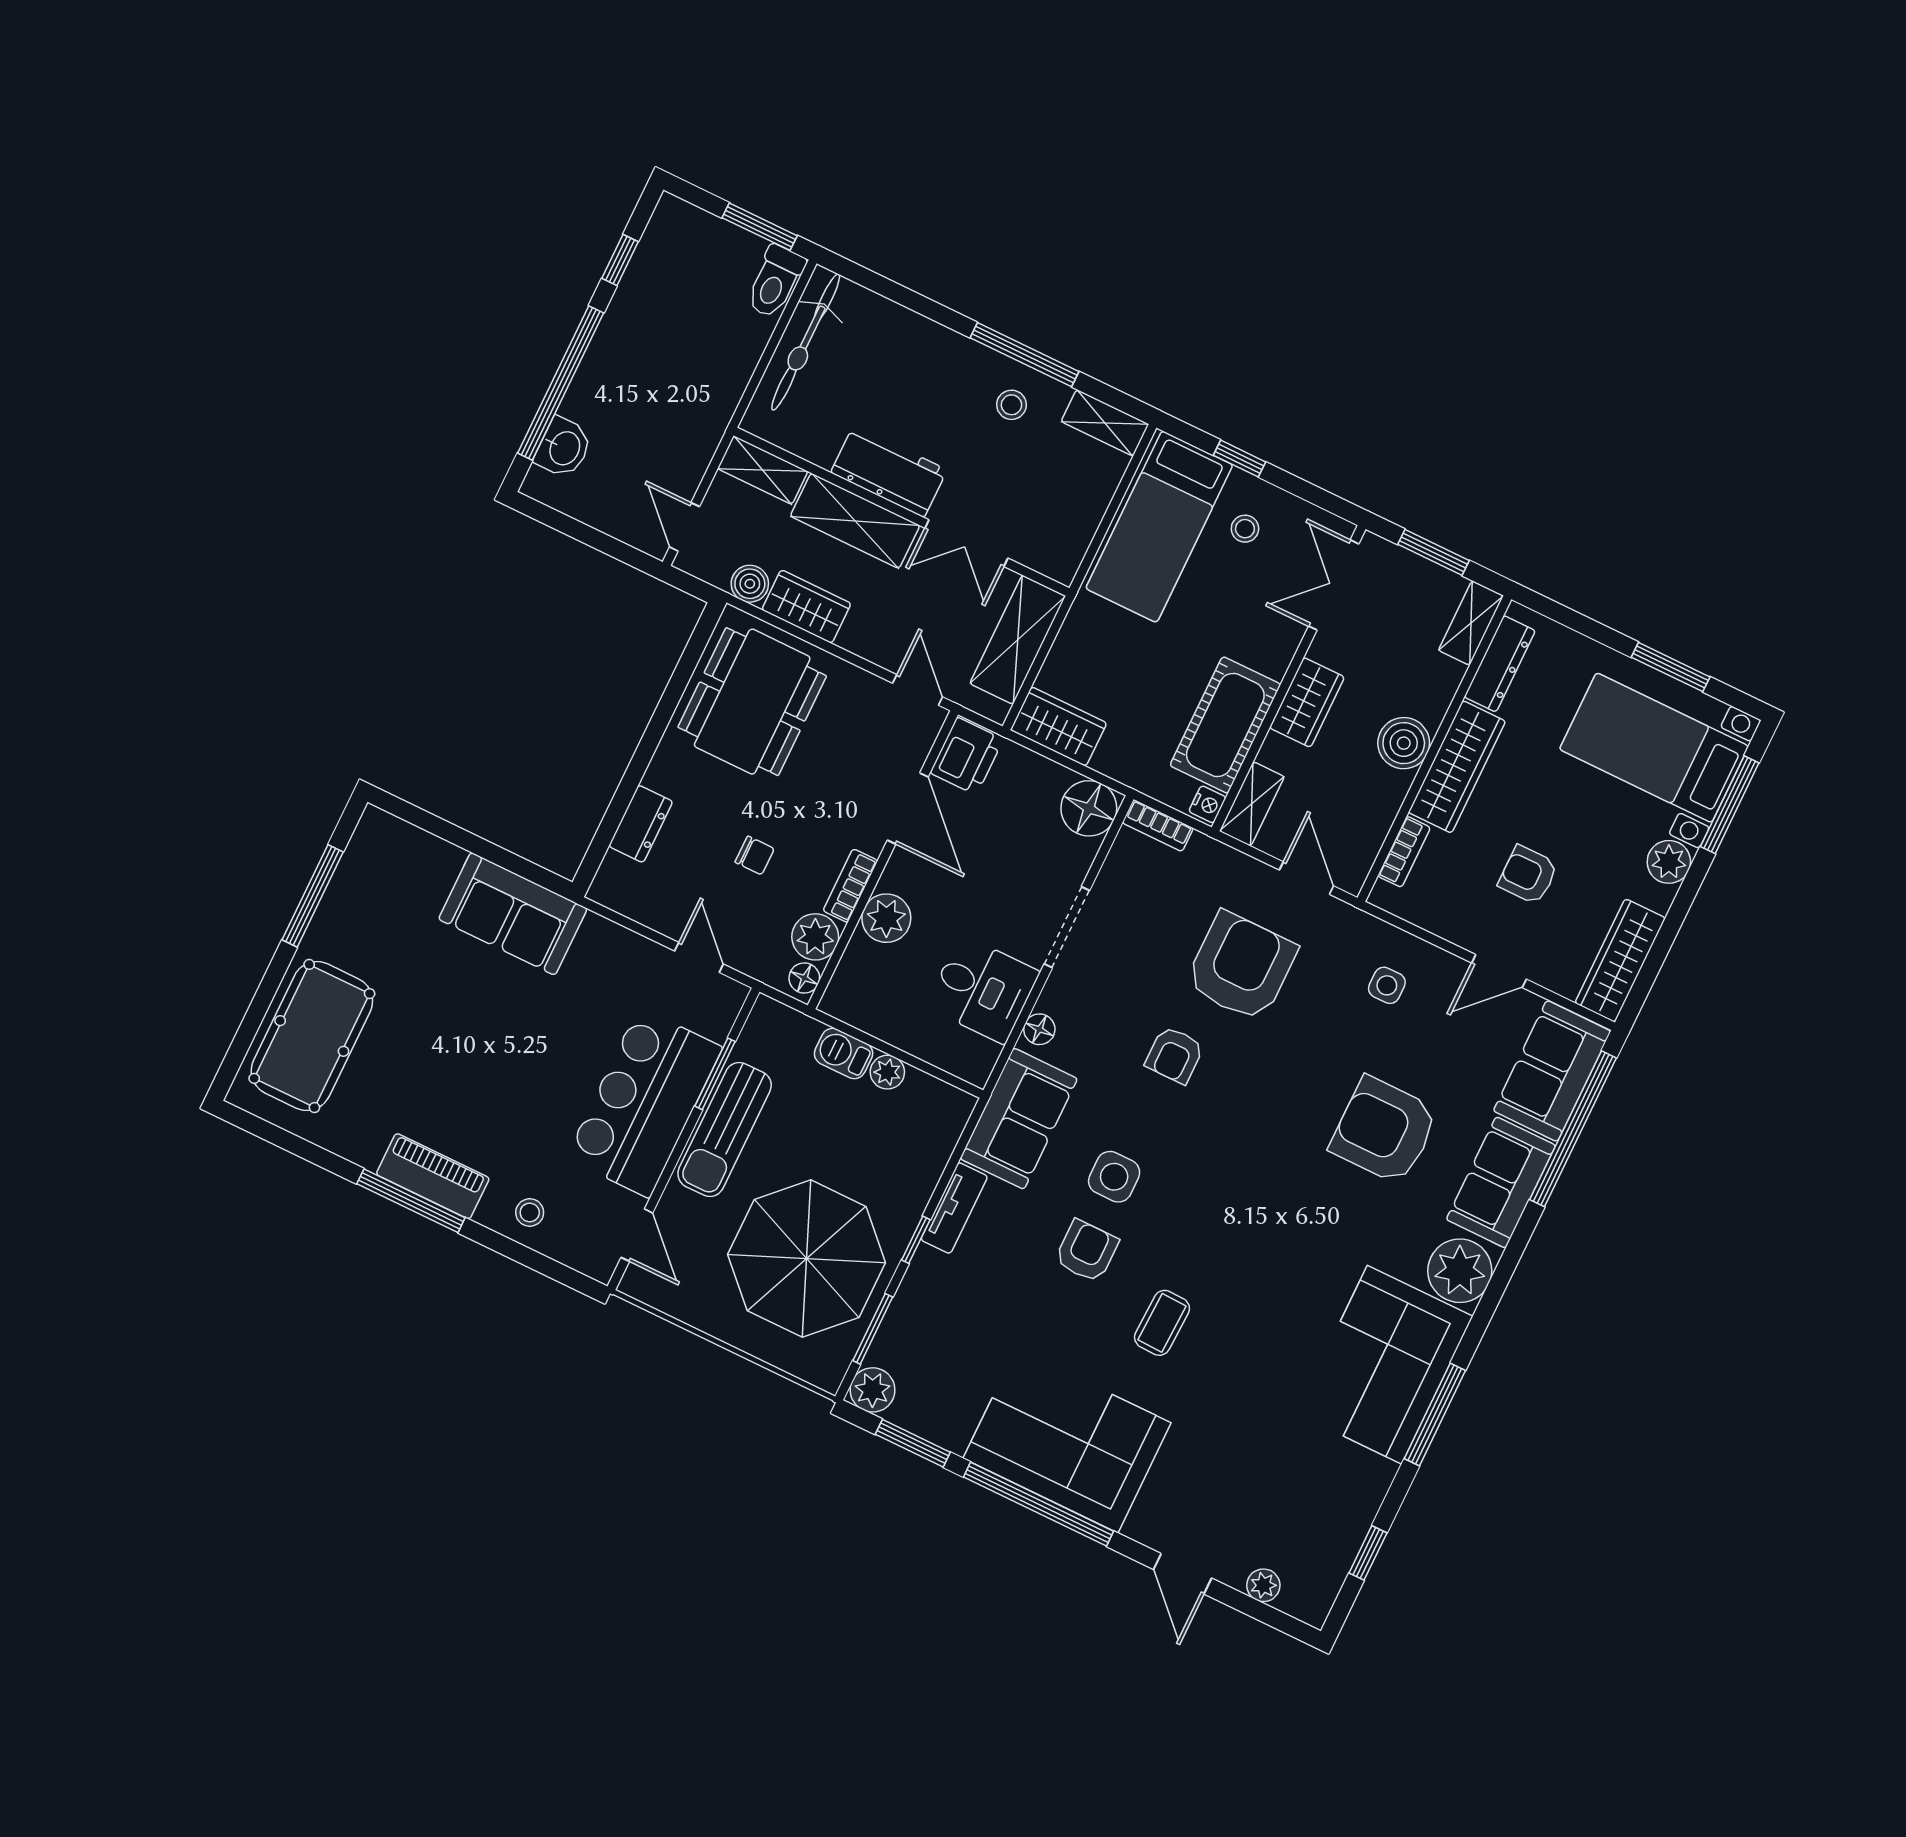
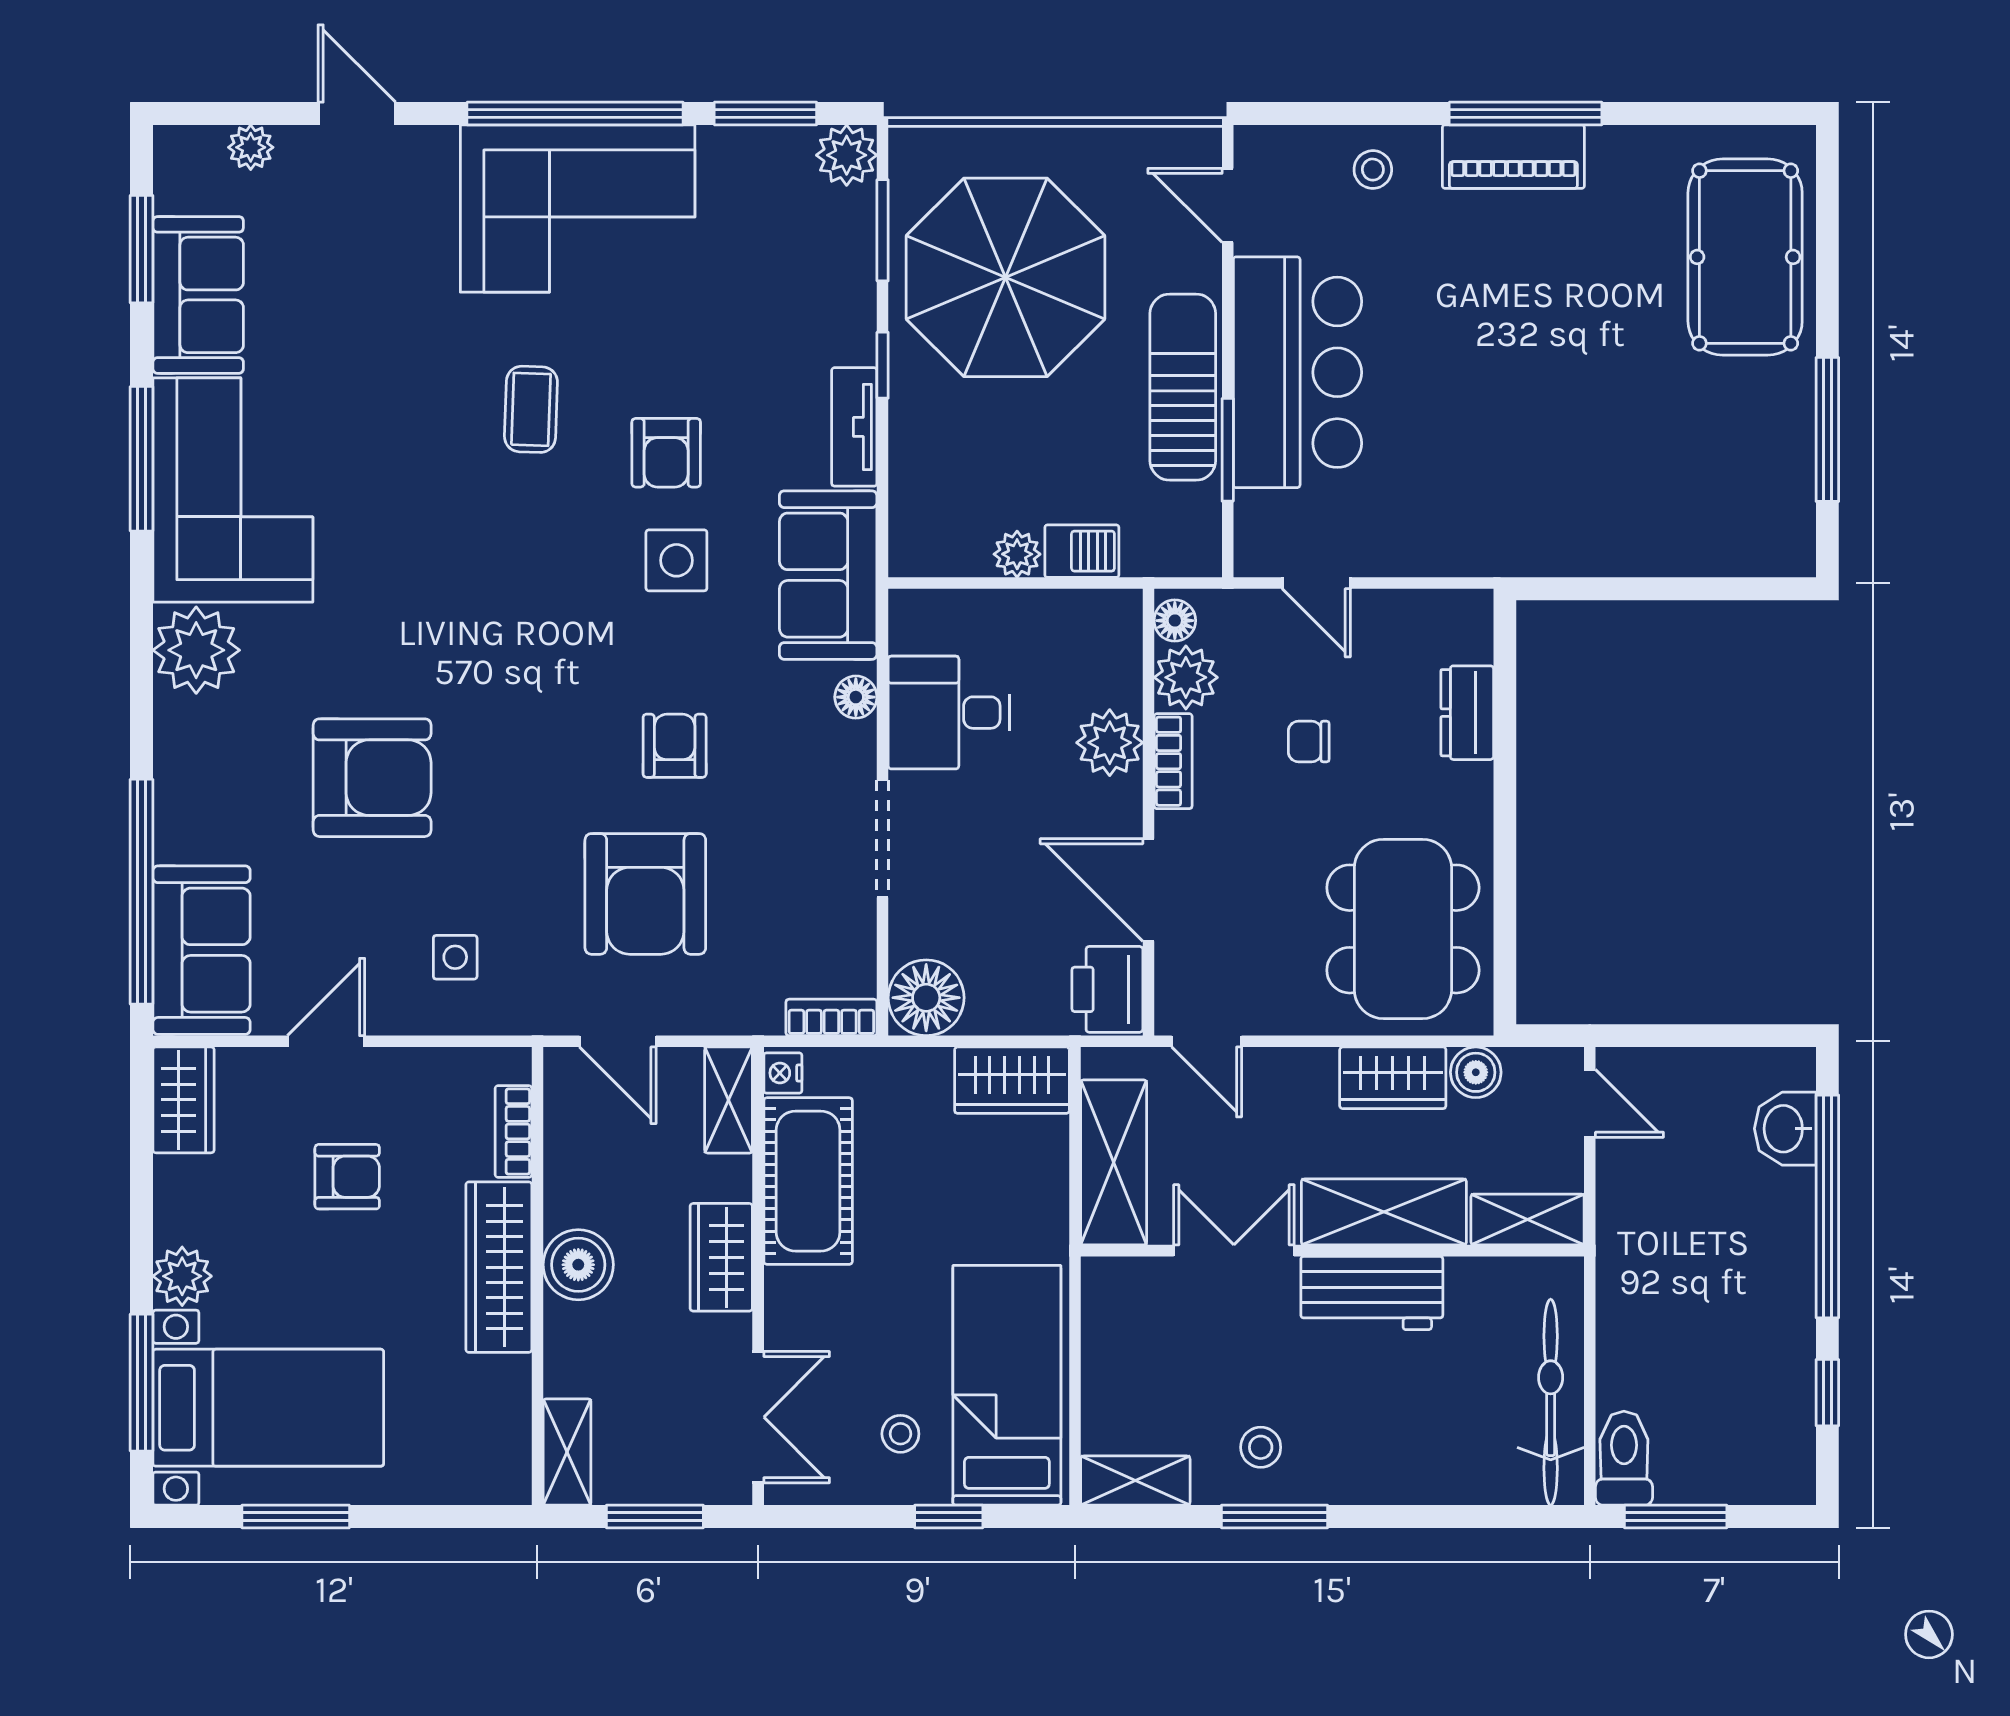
window: (1025, 355) -> (1274, 1517), width x0.69
dresser: (1500, 664) -> (507, 1419), removed
sofa: (513, 914) -> (1571, 526), removed
wardrobe: (1620, 960) -> (183, 1100), width x0.67
sofa: (1501, 1182) -> (198, 295), moved
window: (1368, 1553) -> (141, 249), width x1.50

